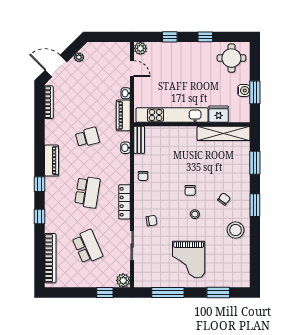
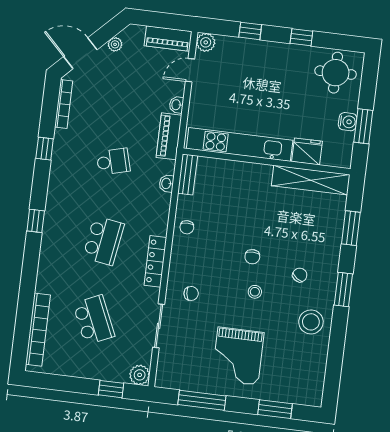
door: (132, 69) -> (190, 70), swing flipped
piano: (52, 161) -> (168, 38), moved, turned 90
window: (40, 216) -> (45, 149), moved

